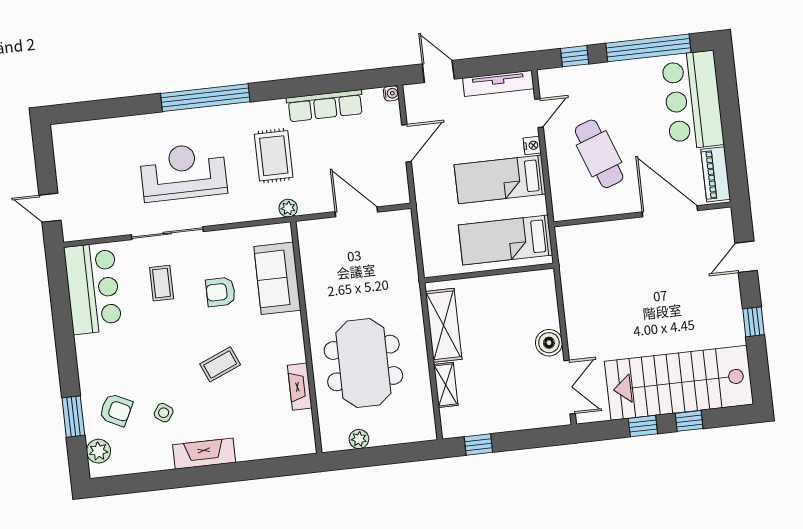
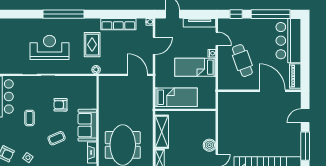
door: (539, 113) -> (217, 39), hinge flipped
door: (356, 212) -> (138, 75), moved
bed: (505, 240) -> (176, 97), moved, turned 180
sofa: (277, 278) -> (87, 125), moved
coffee table: (162, 283) -> (30, 118), moved
window: (753, 322) -> (305, 146), width x2.17

